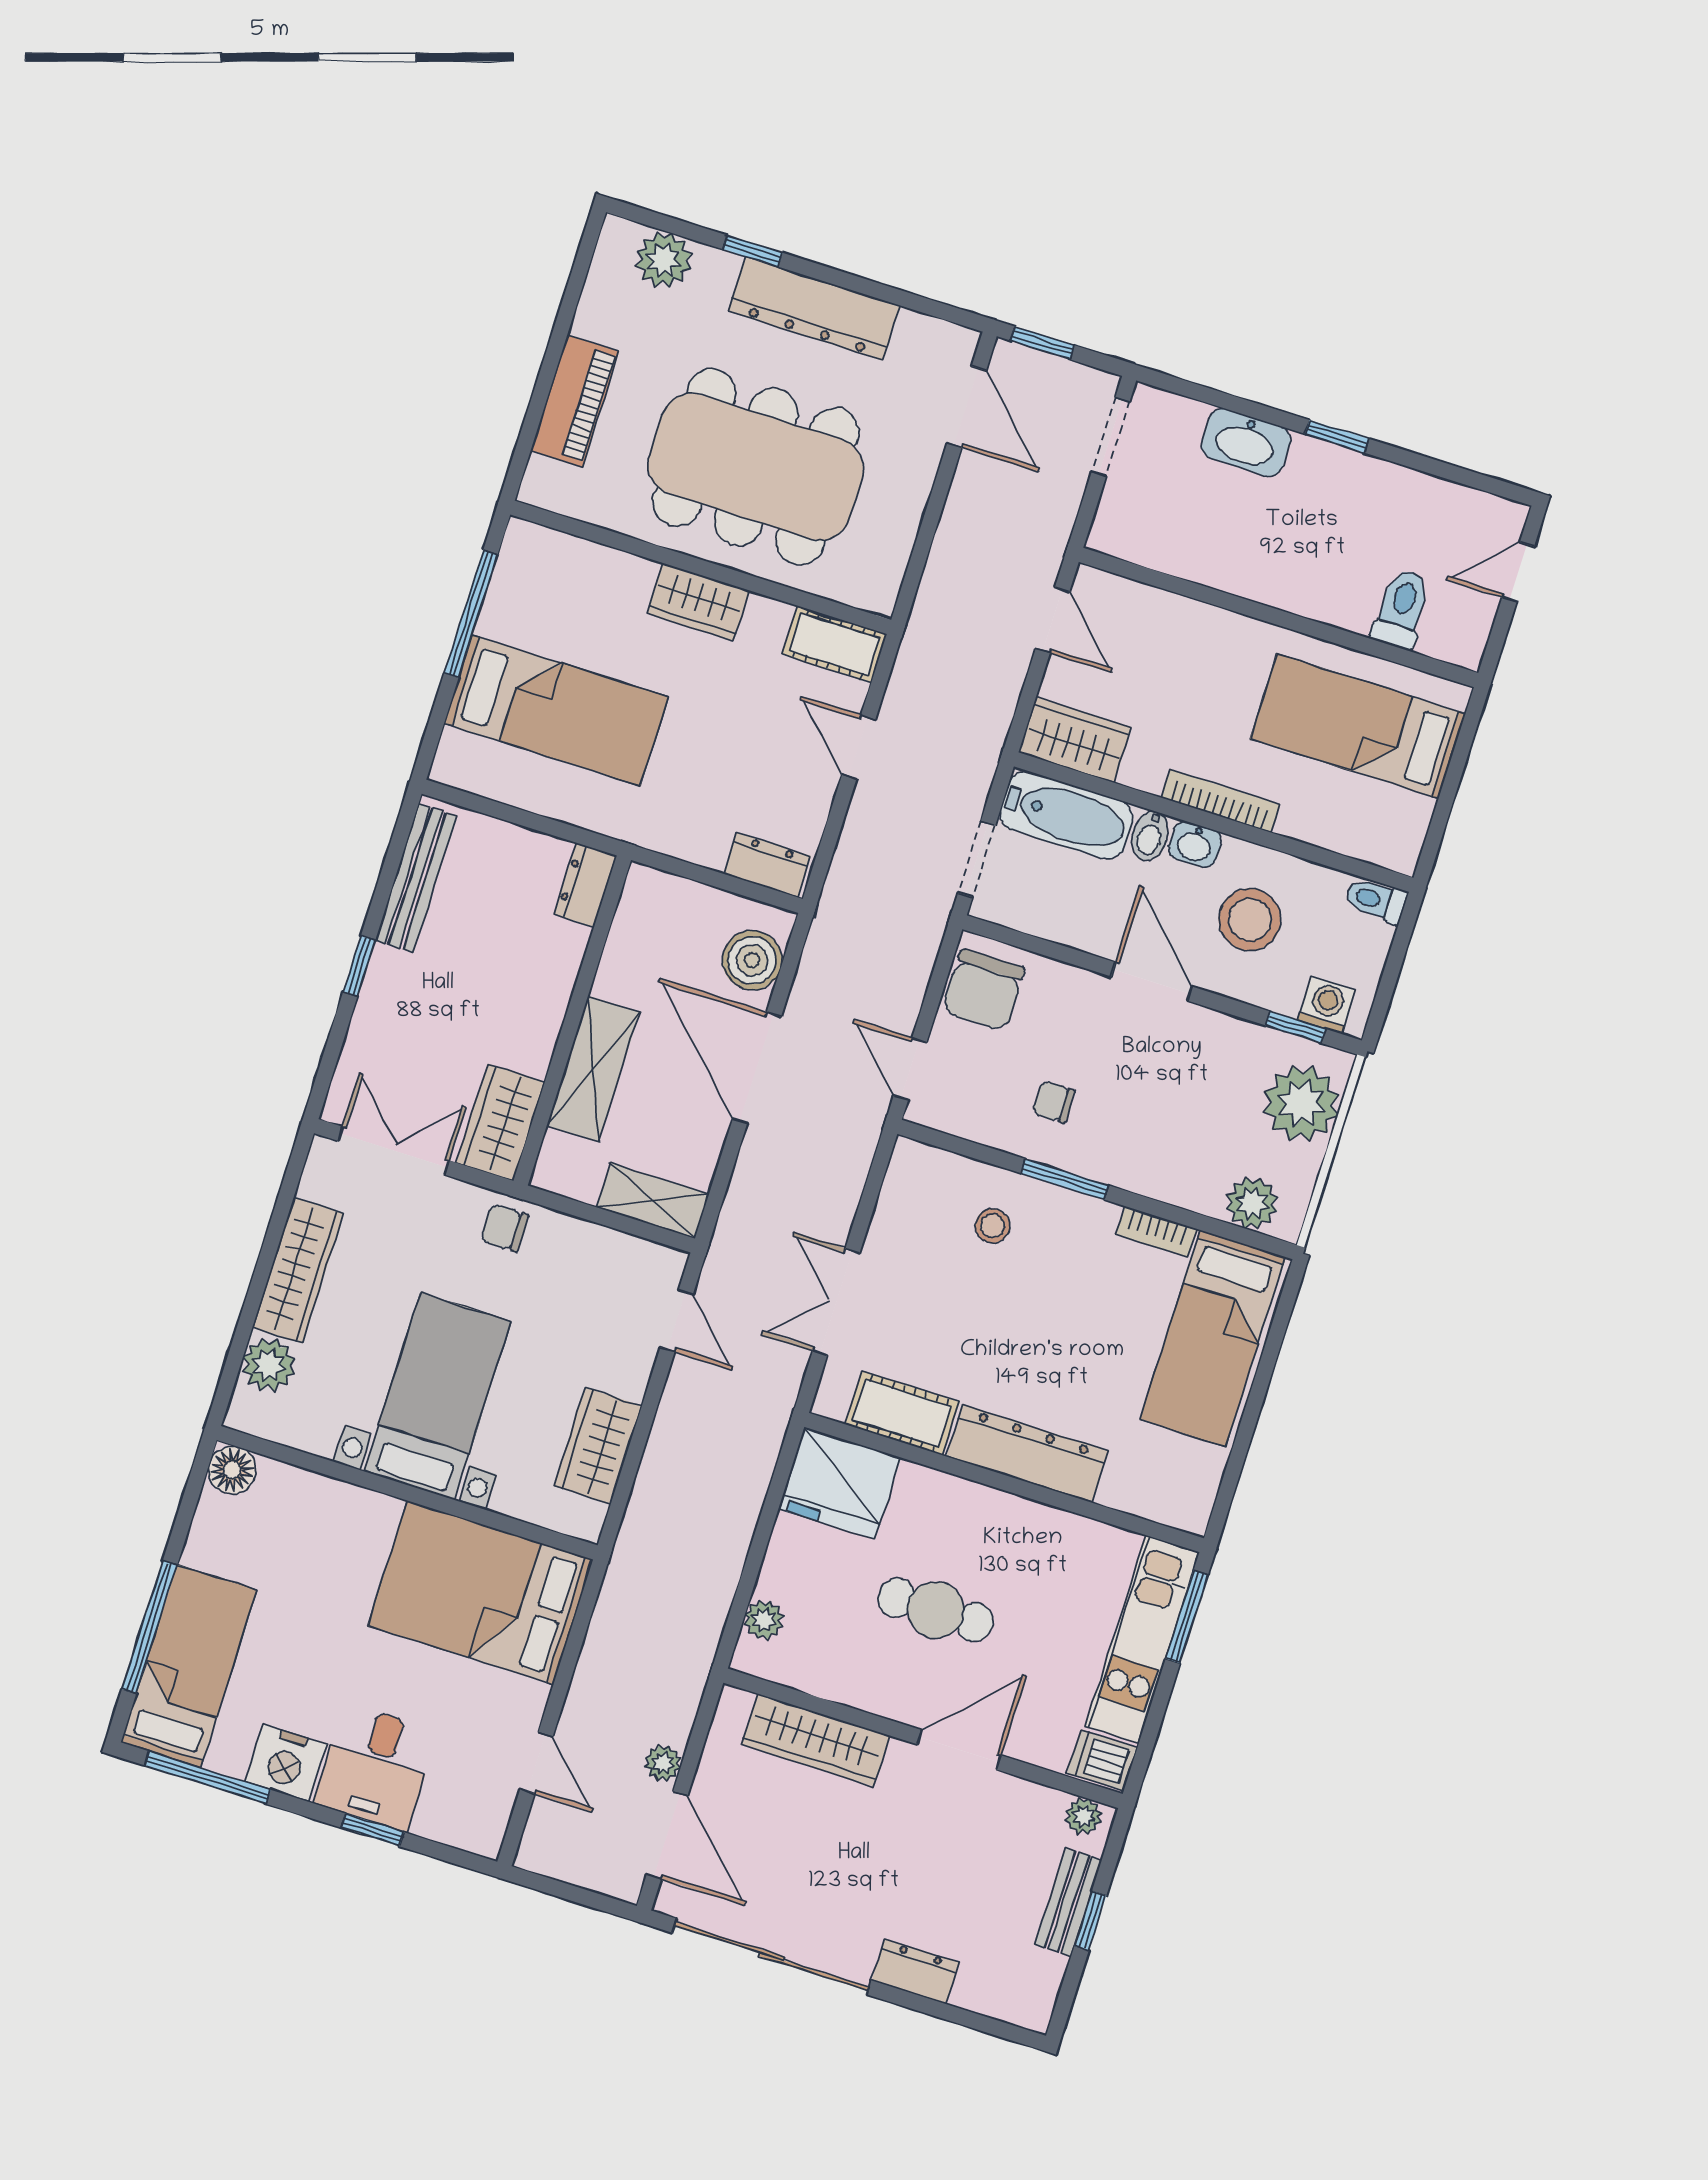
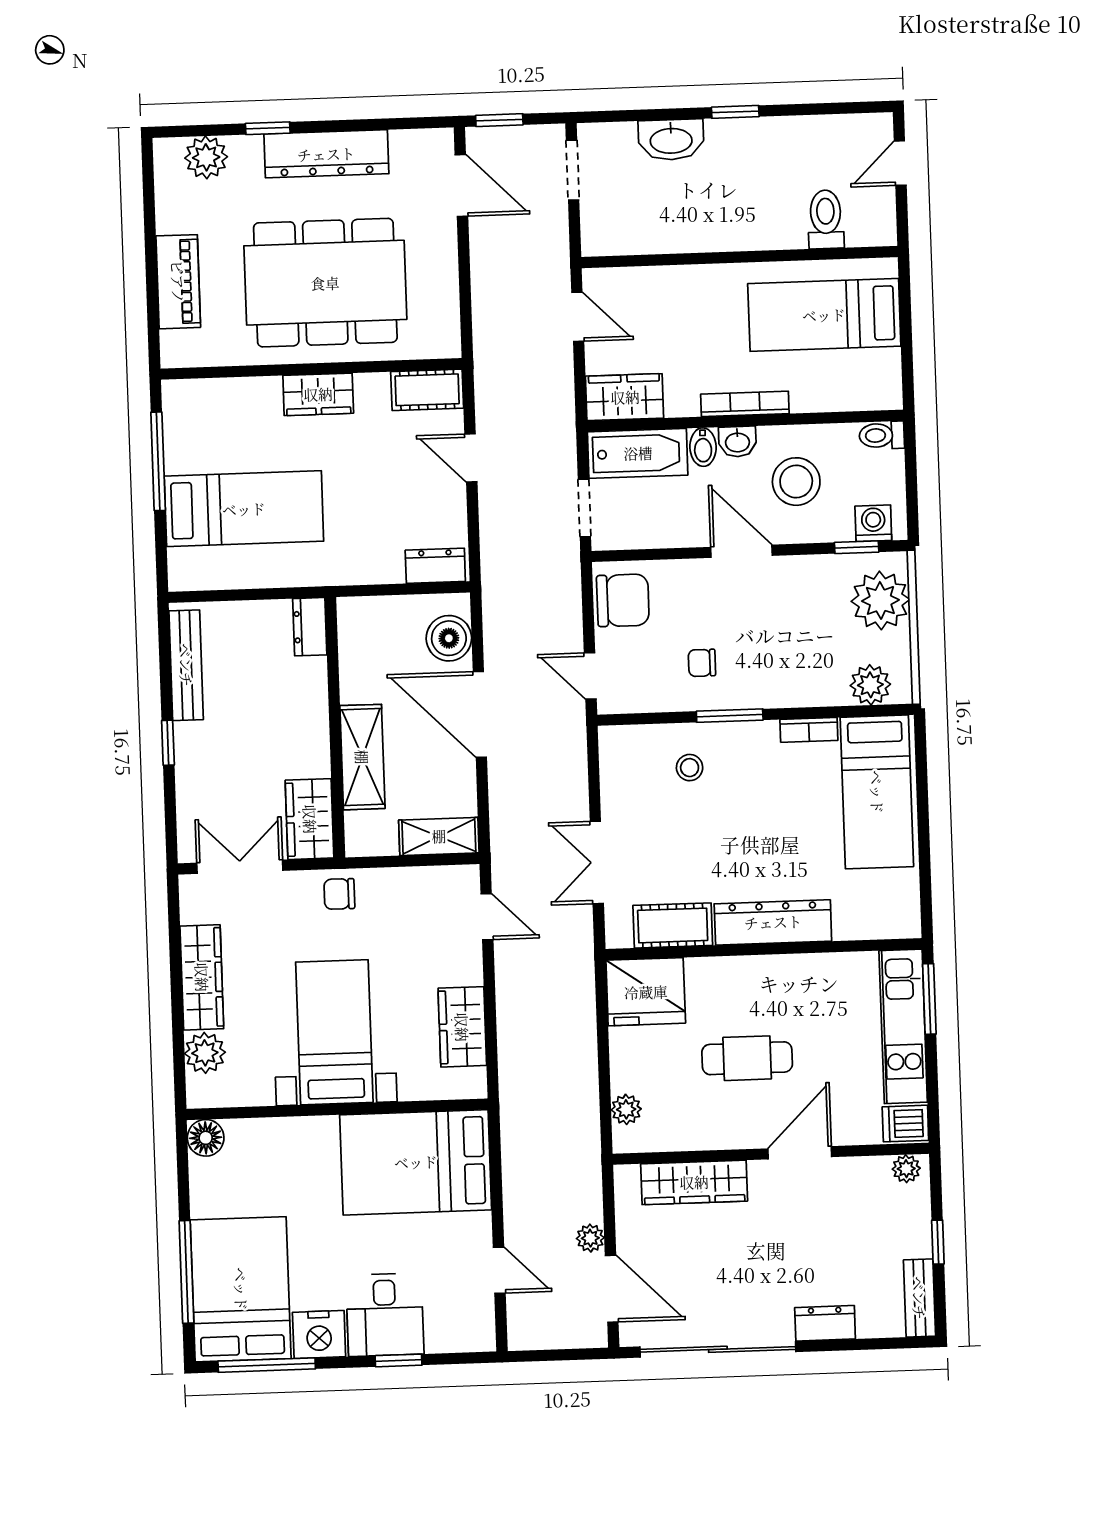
chair: (984, 990) -> (623, 600), turned -90
bed: (189, 1666) -> (241, 1289), width x1.50
bench: (1068, 1902) -> (919, 1298), moved

